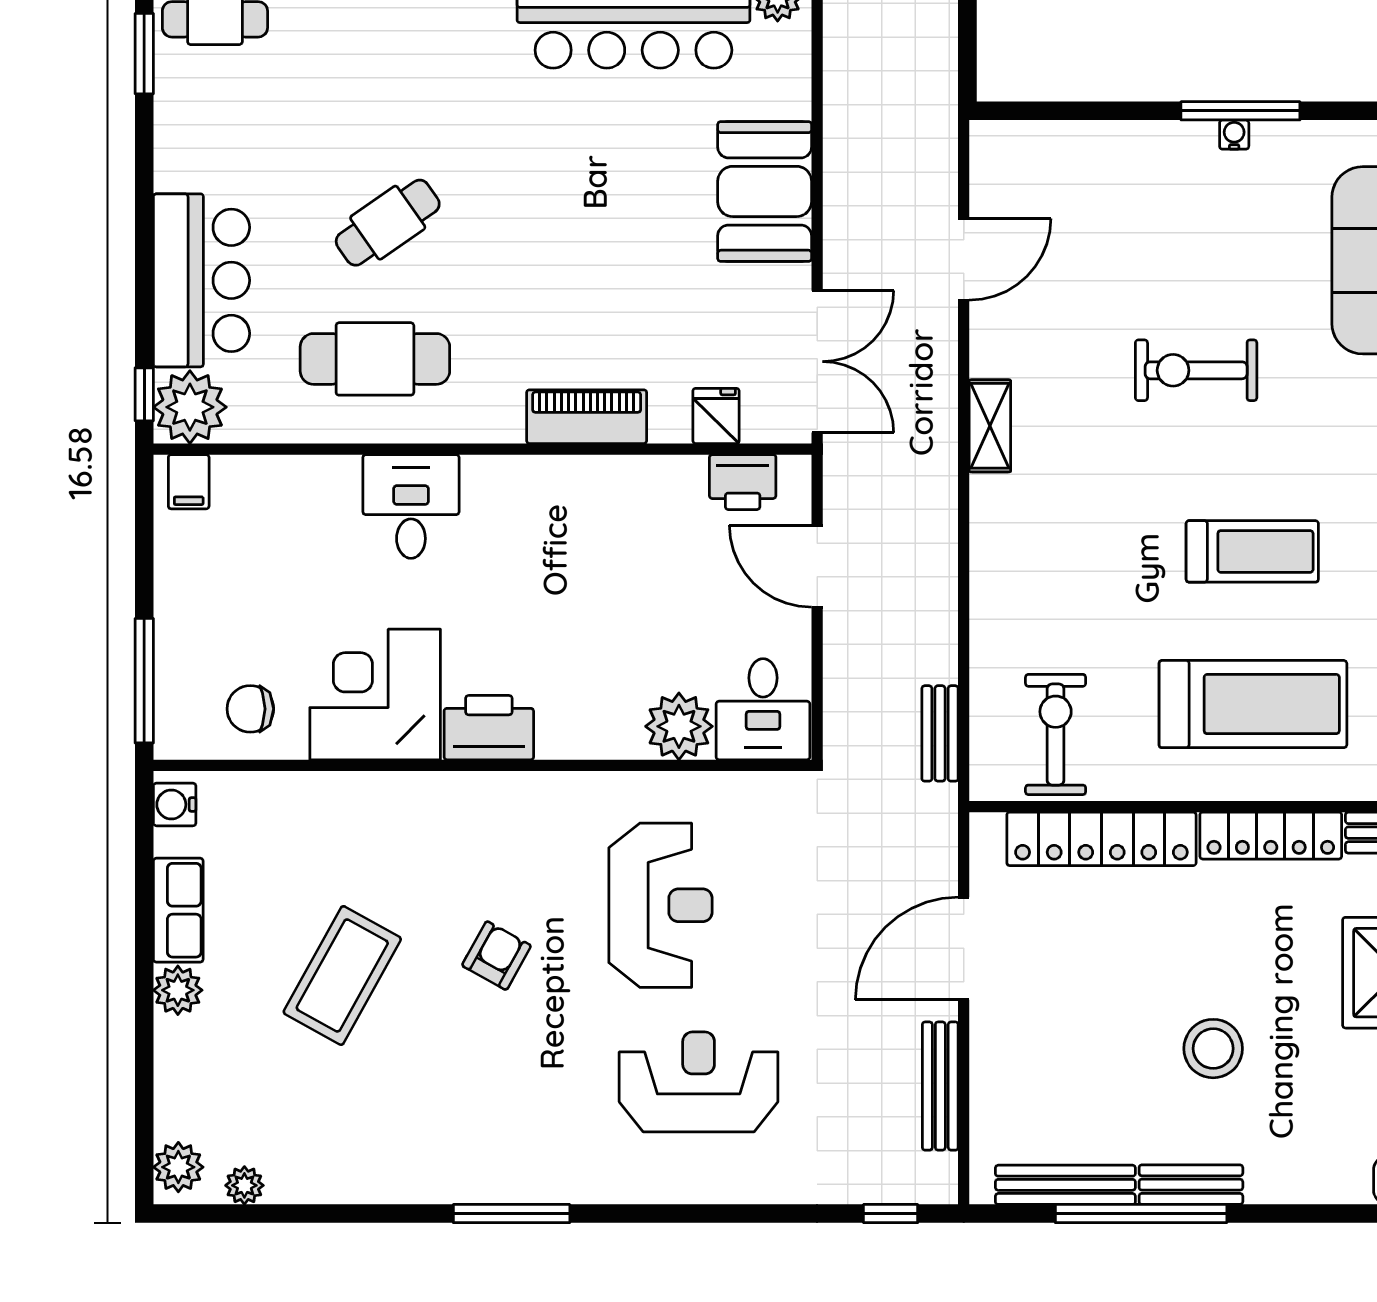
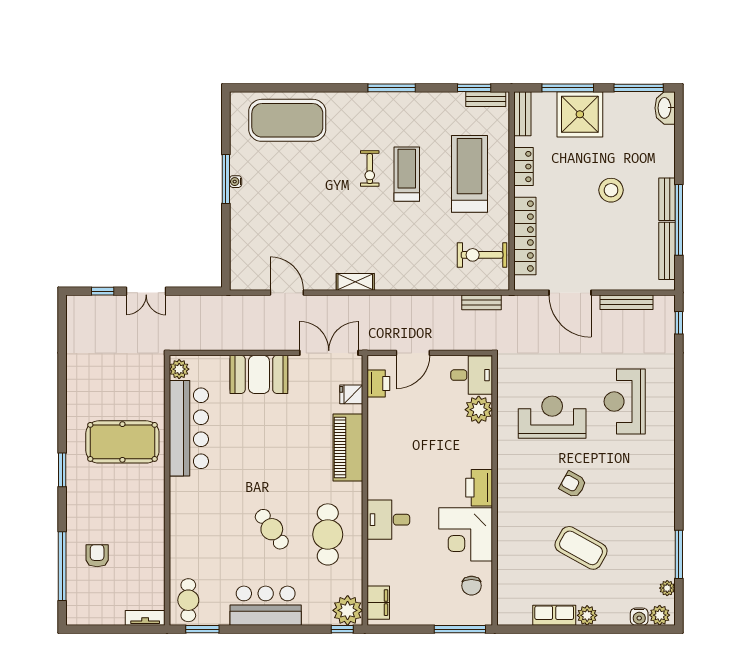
bar counter: (201, 280) -> (266, 606), moved
exercise bike: (1196, 370) -> (370, 169), moved, width x0.73, depth x0.72
piano: (587, 417) -> (348, 448), width x1.37, depth x1.33
filing cabinet: (189, 482) -> (378, 603), width x2.00
water cooler: (175, 804) -> (639, 617), moved
locker: (1271, 836) -> (524, 167), width x0.66
window: (512, 1214) -> (679, 554), moved

